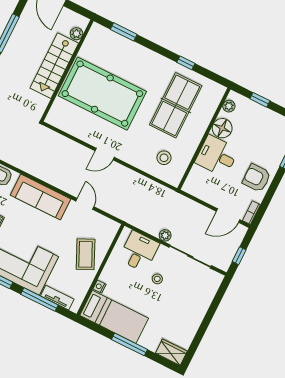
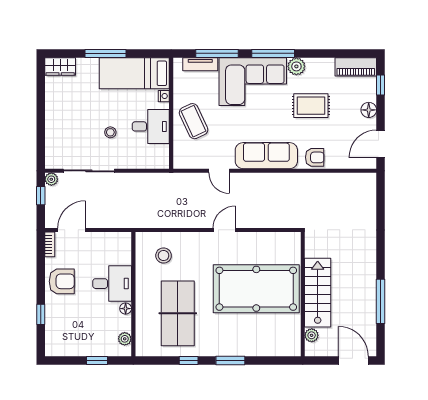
window: (124, 32) -> (230, 360), moved
floor lamp: (222, 128) -> (126, 309), width x0.53, depth x0.53
plant: (165, 235) -> (51, 179), moved
desk: (139, 251) -> (151, 126), moved, turned -90

